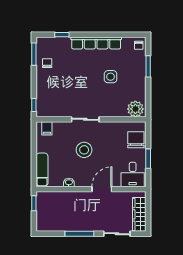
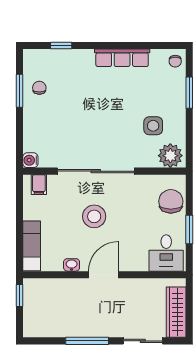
row of seats: (96, 43) -> (122, 58), width x0.73
window: (34, 54) -> (19, 91), moved
side table: (111, 77) -> (153, 126), moved
window: (34, 105) -> (19, 150), removed
water cooler: (41, 112) -> (30, 160), added
sliding door: (85, 119) -> (96, 171), width x1.86
door: (102, 189) -> (104, 275), moved

